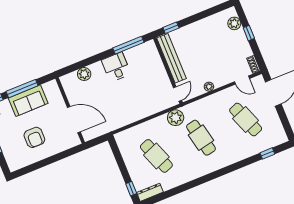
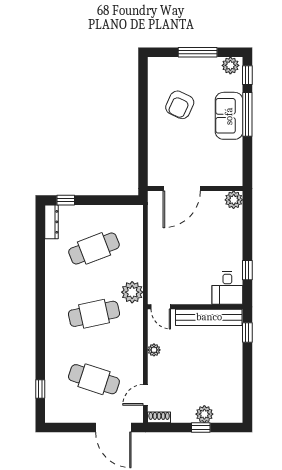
plant: (234, 23) -> (204, 414), moved
window: (128, 45) -> (247, 270), width x0.46
desk: (116, 67) -> (227, 288), moved, turned 90
wall: (70, 110) -> (195, 188), moved
cafe table: (246, 119) -> (94, 379), turned 39
door: (74, 120) -> (182, 188), moved
armchair: (34, 137) -> (180, 105), turned -65

